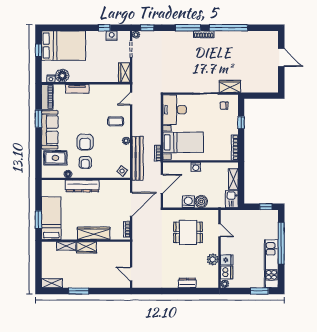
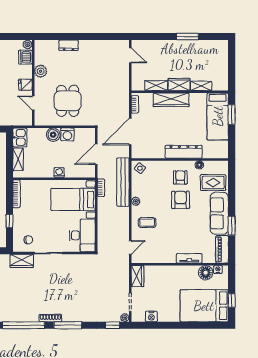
window: (104, 28) -> (160, 325), removed
dining table: (188, 232) -> (68, 101), turned 90
fridge: (227, 260) -> (25, 85), moved
shelving: (52, 283) -> (156, 86), moved

